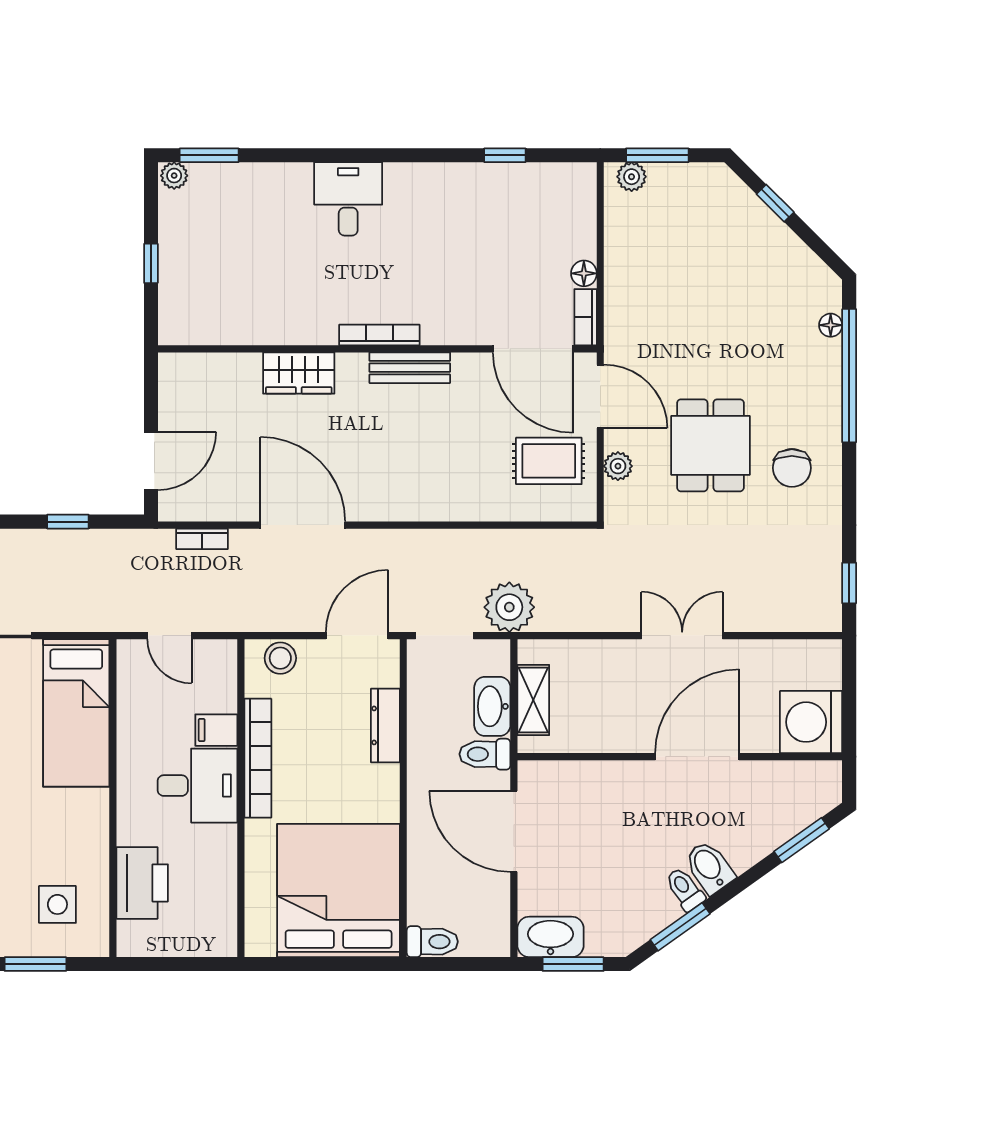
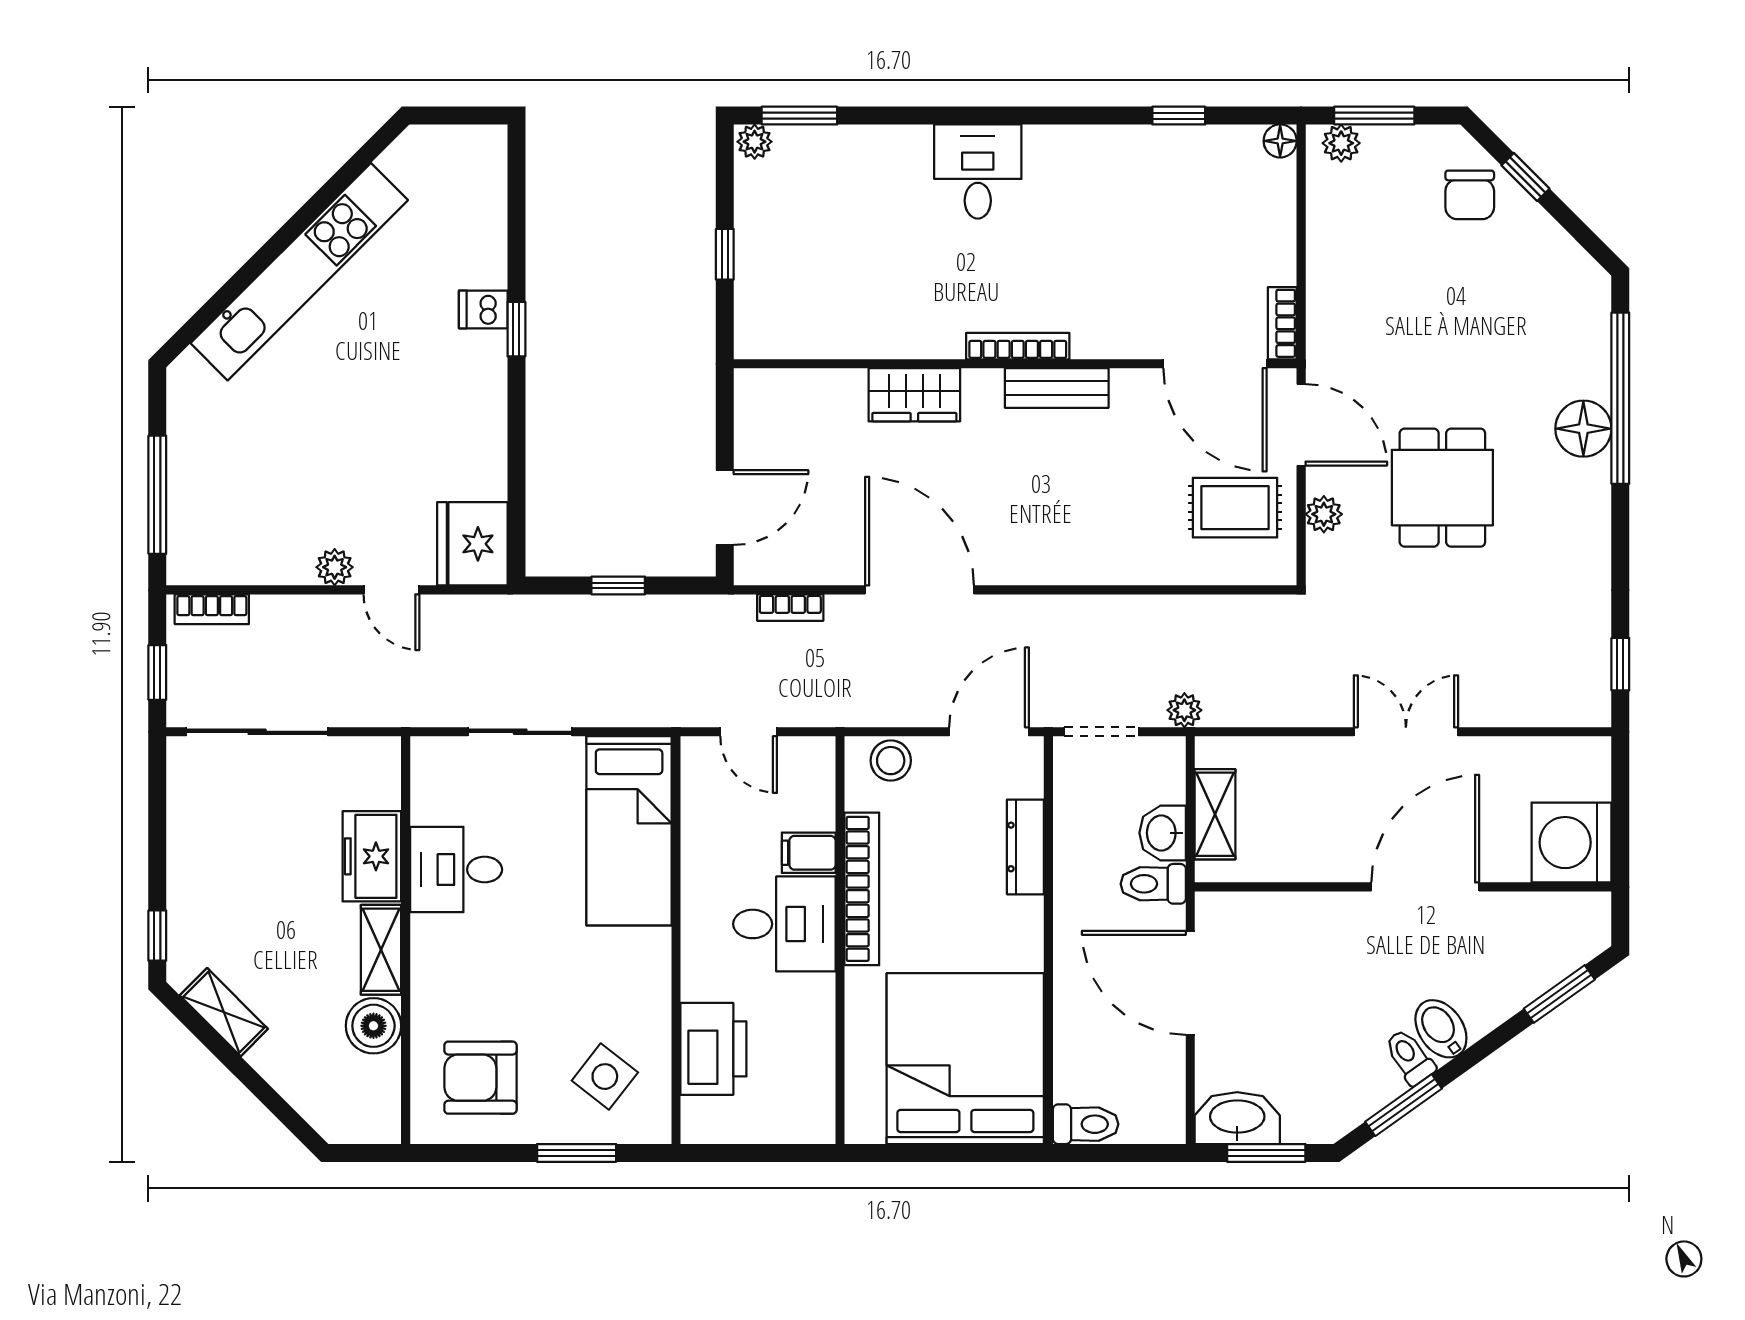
floor lamp: (584, 273) -> (1280, 141), moved
floor lamp: (831, 325) -> (1583, 429), moved, width x1.89, depth x1.89
chair: (792, 468) -> (1470, 195), moved
plant: (509, 607) -> (1184, 710), width x0.53, depth x0.53
washbasin: (492, 706) -> (1163, 833), width x0.72
side table: (57, 904) -> (605, 1077), turned 38

